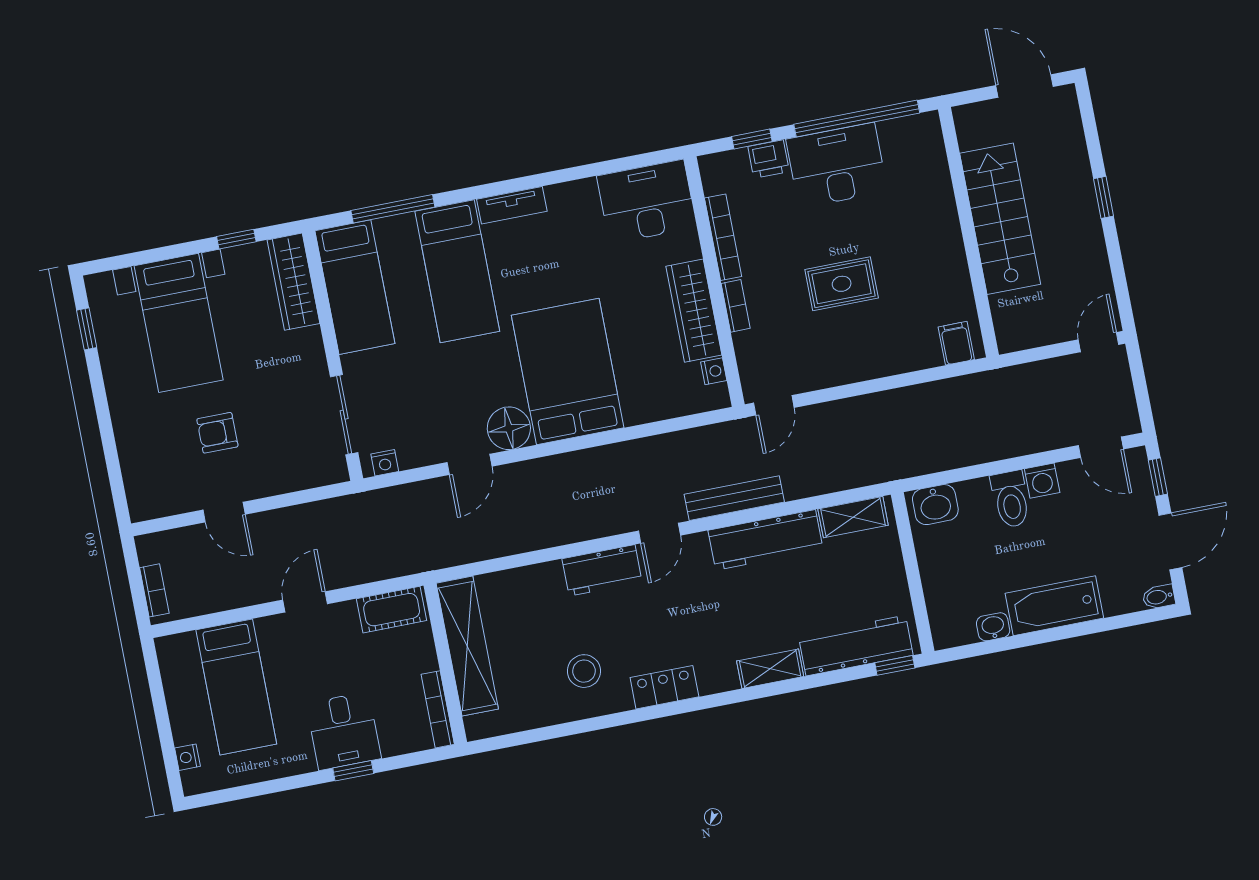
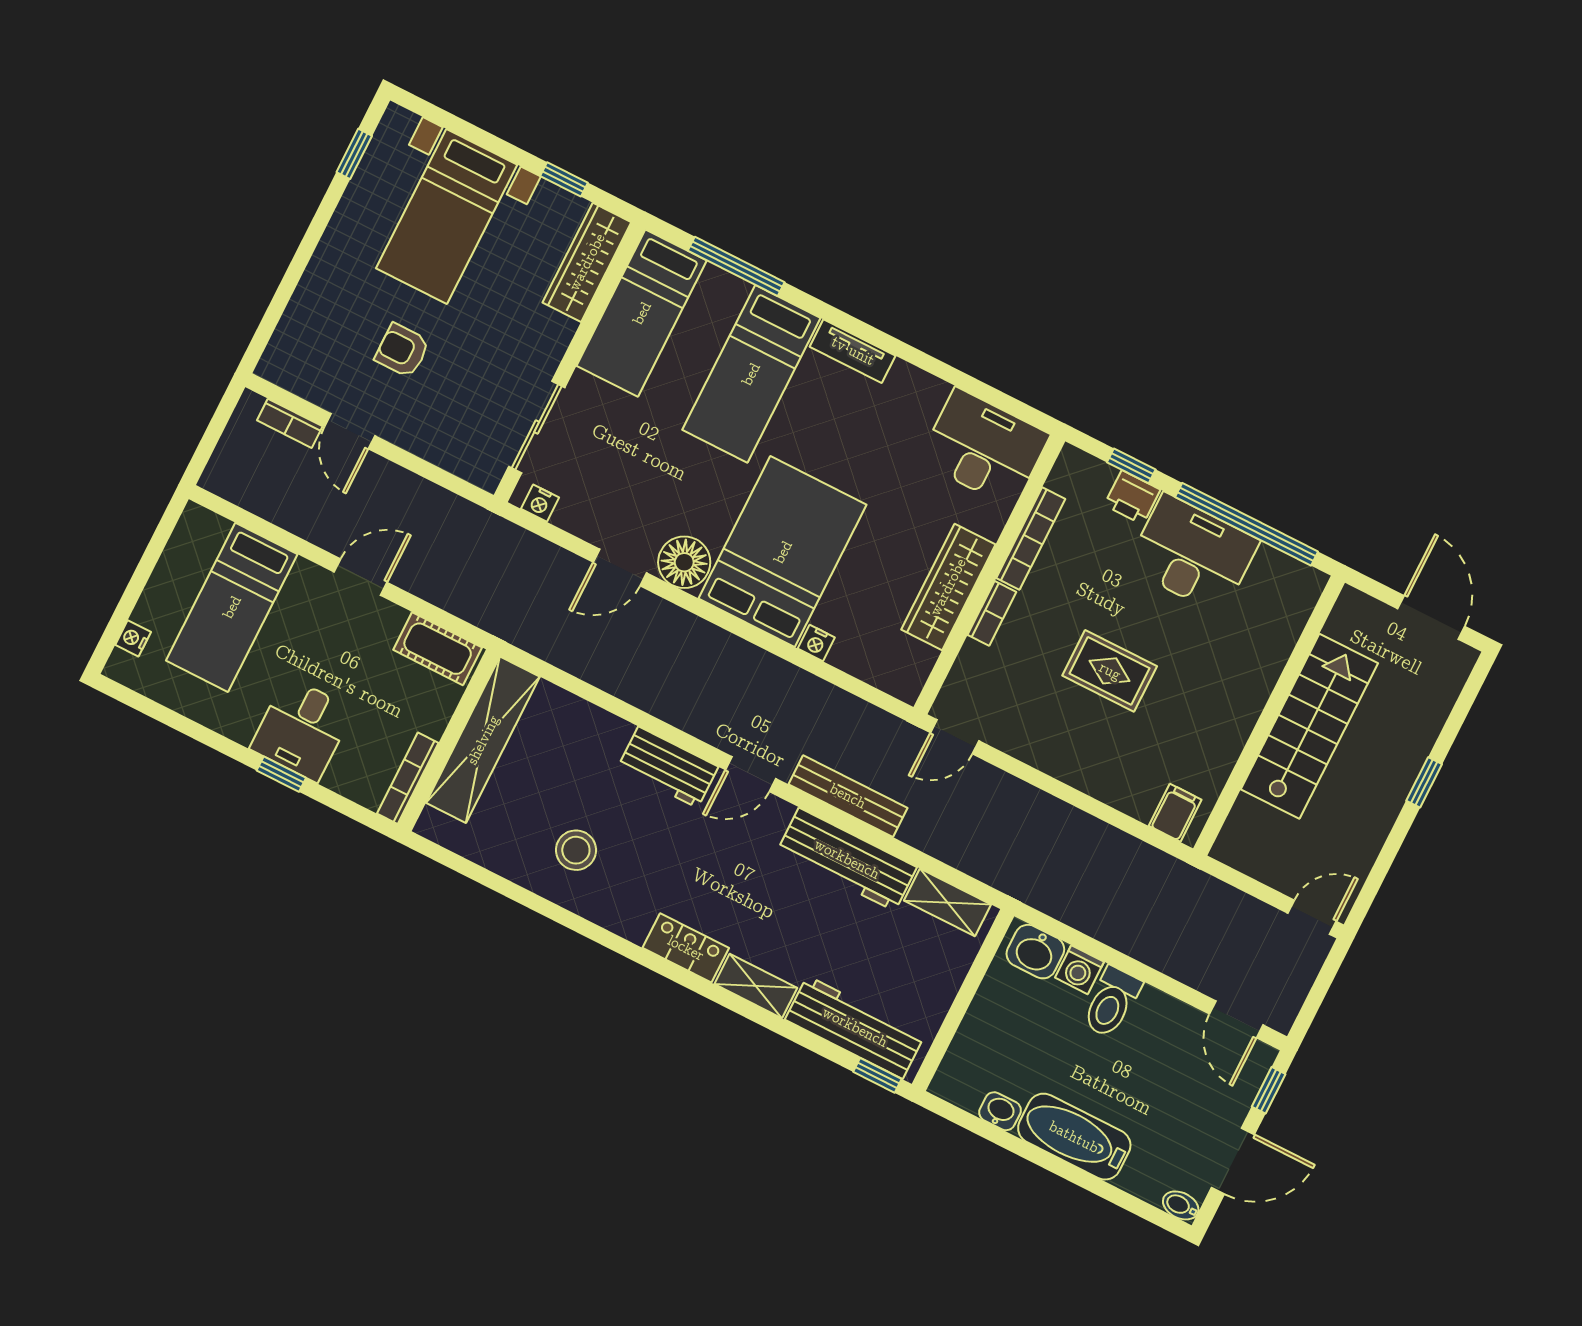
nightstand: (714, 371) -> (816, 643), moved, turned 90
washing machine: (1042, 481) -> (1080, 970), moved
bookcase: (154, 590) -> (290, 423), moved, turned 90
locker: (664, 687) -> (686, 948), moved

